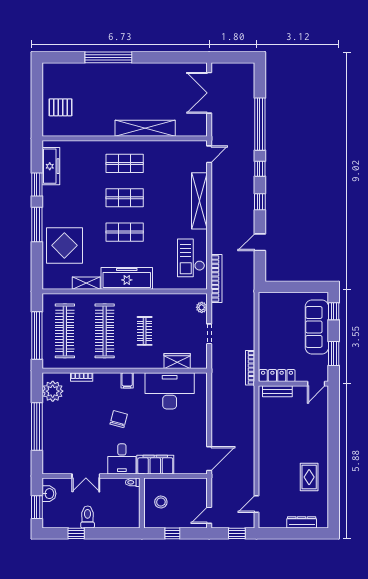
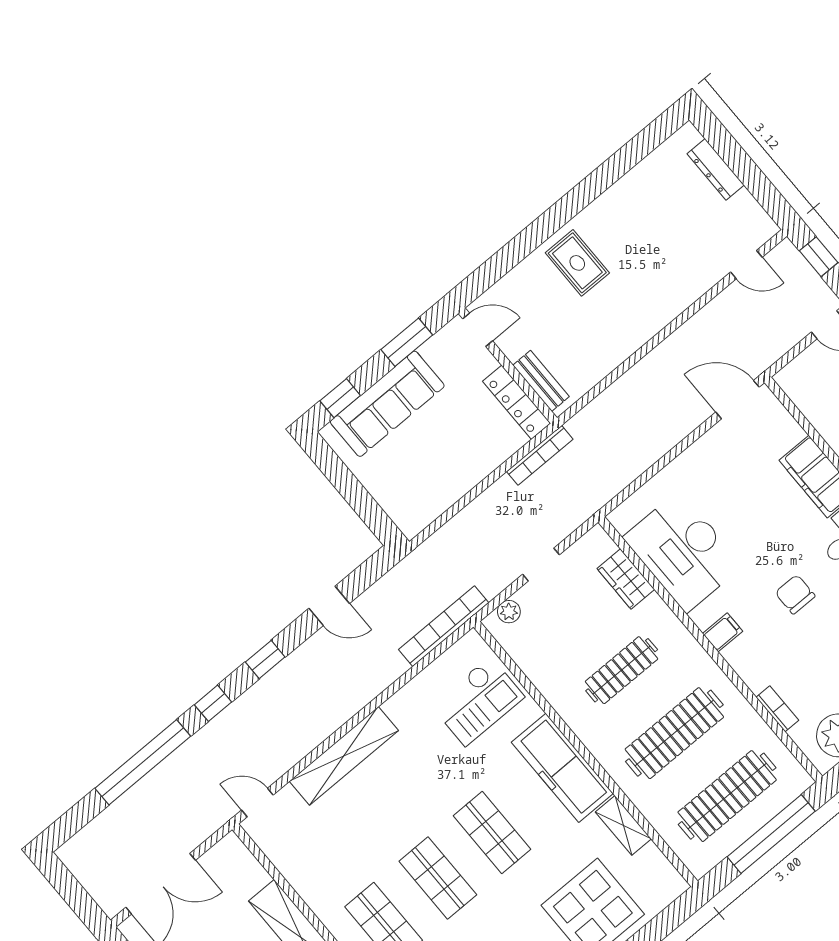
checkout: (191, 258) -> (478, 701), moved
clothes rail: (145, 331) -> (622, 670), width x1.36
chair: (119, 419) -> (795, 594), turned 75
rug: (309, 477) -> (577, 263), moved, turned 90

